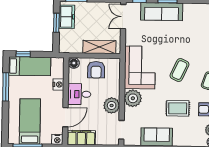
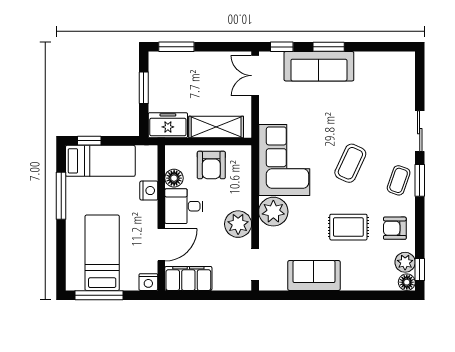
freezer: (67, 17) -> (168, 125), moved, turned -90
floor lamp: (74, 63) -> (174, 178), moved

